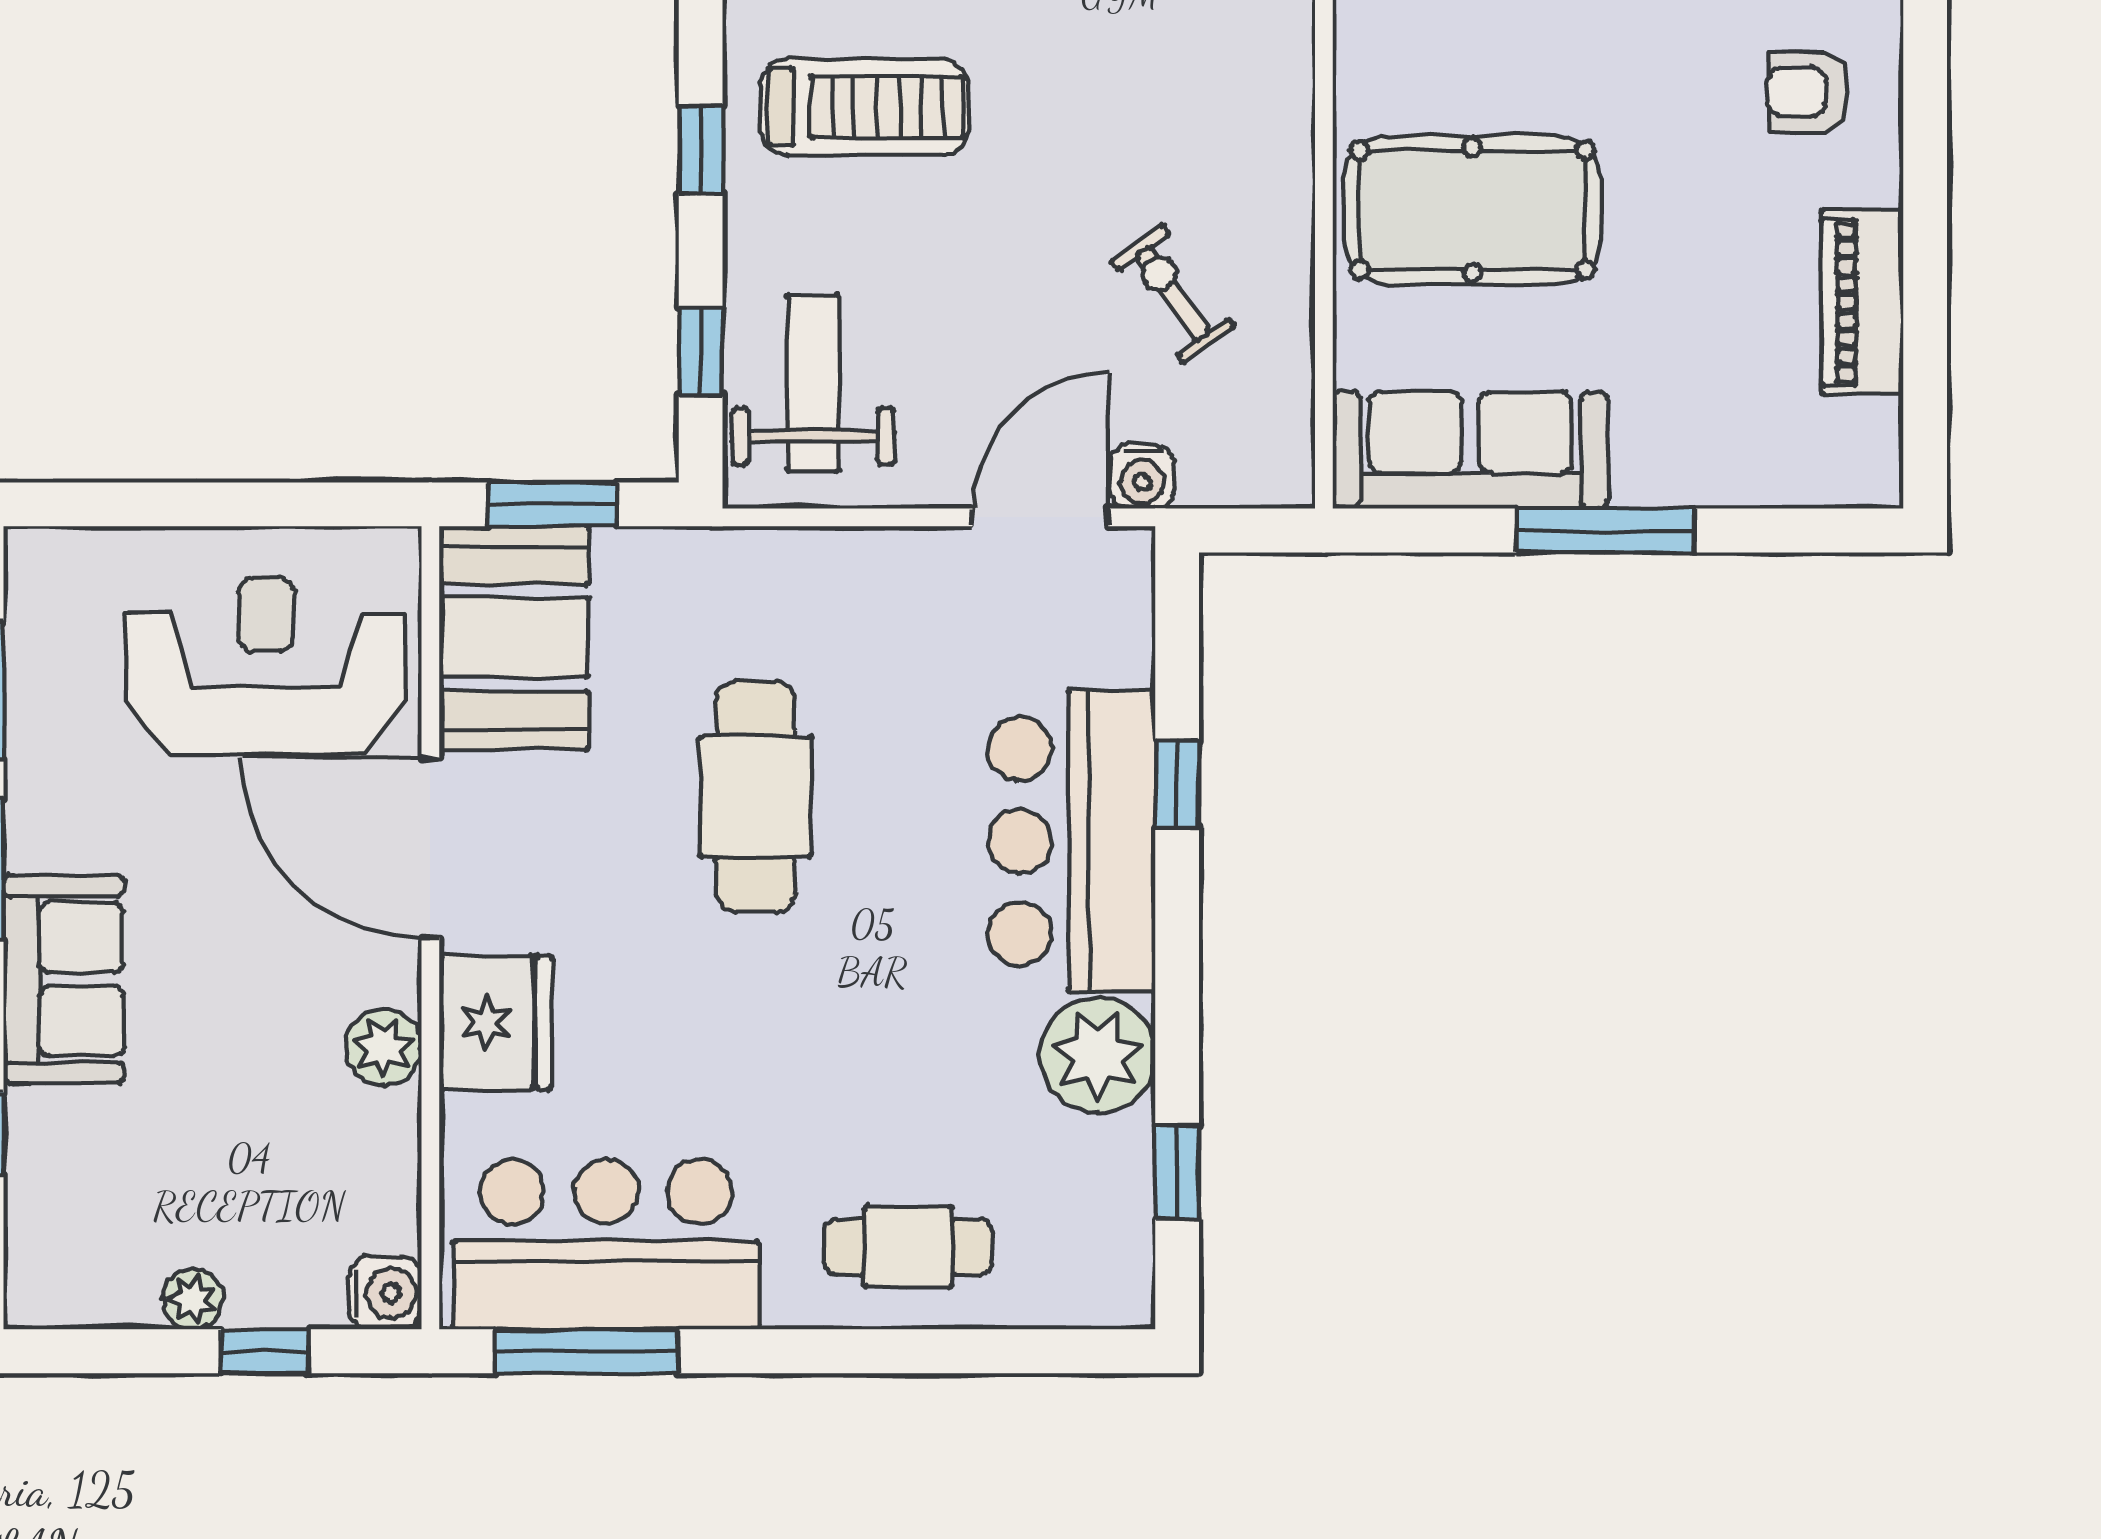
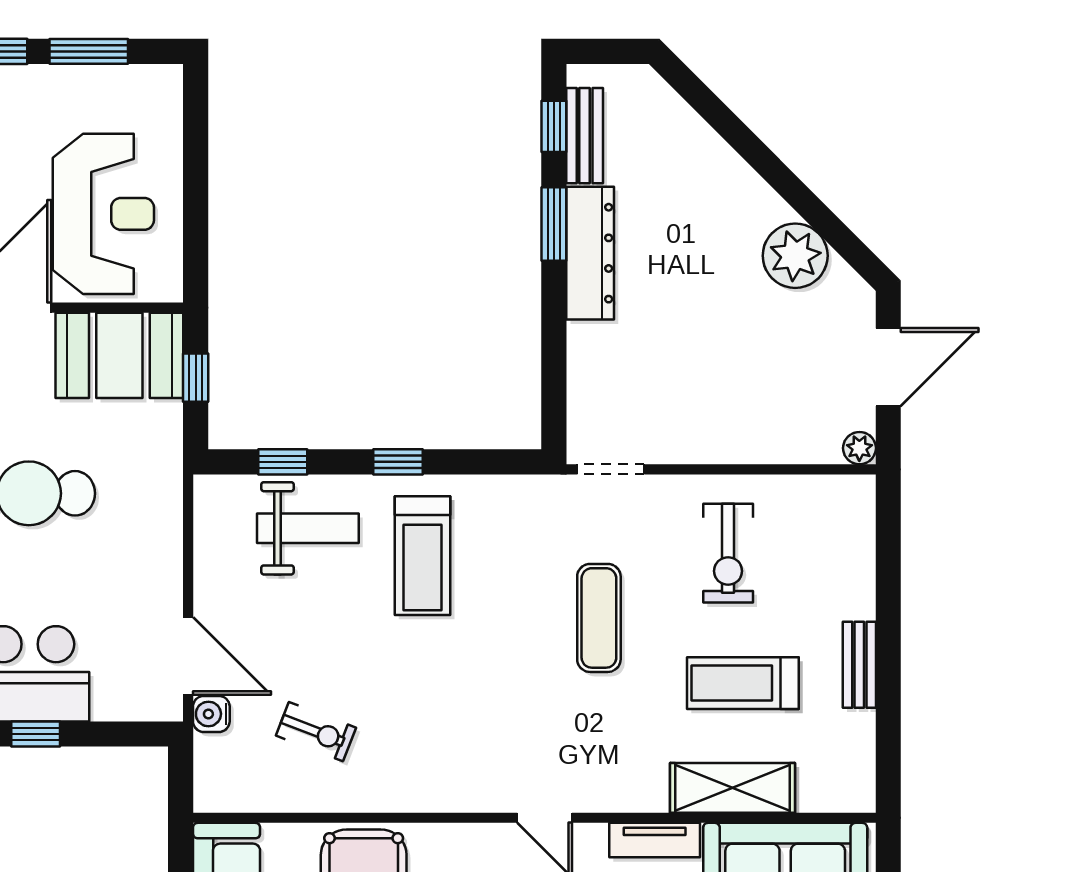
exercise bike: (1173, 293) -> (316, 732), turned 56
weight bench: (813, 383) -> (308, 528), moved
window: (553, 504) -> (196, 378), width x0.67

